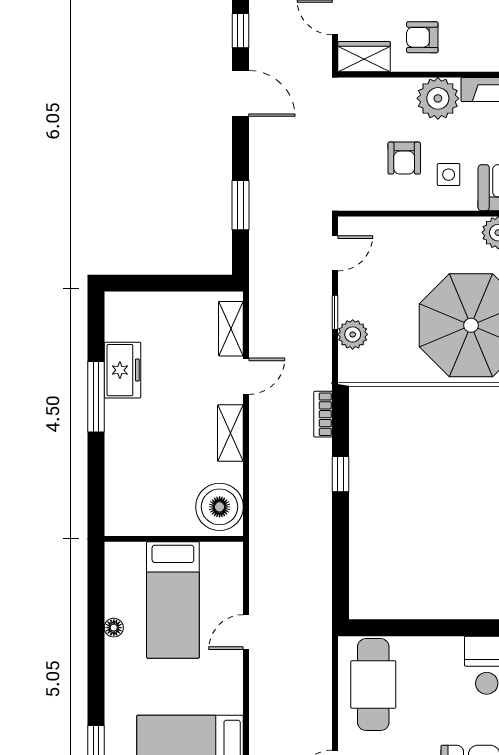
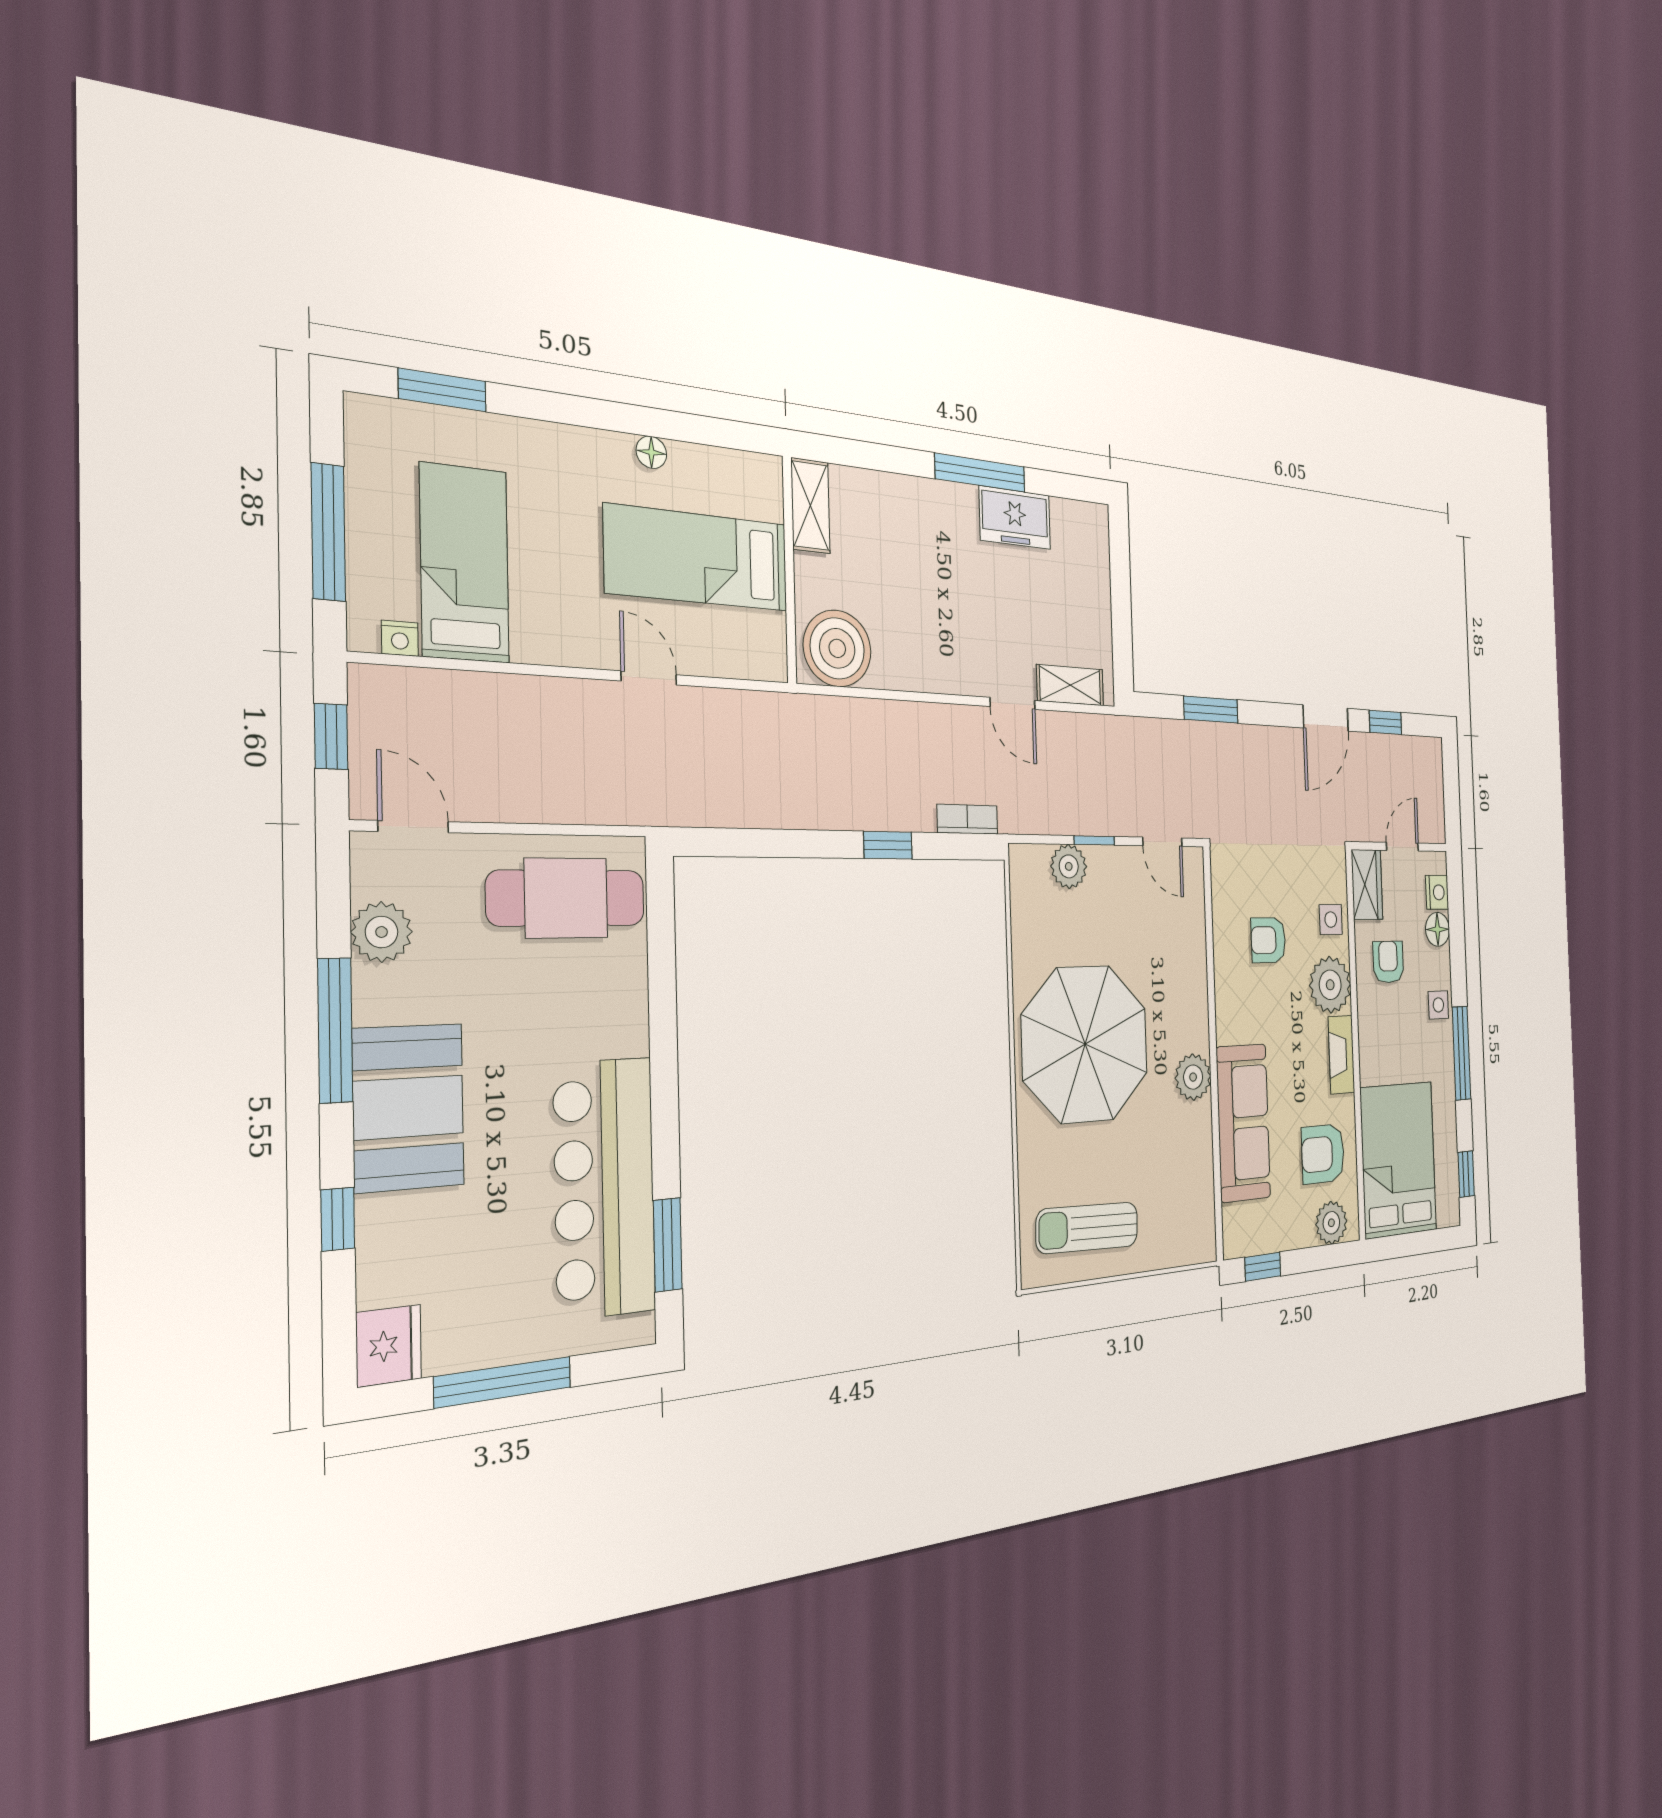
side table: (449, 175) -> (1331, 920), moved
shelving: (230, 433) -> (810, 506), moved, turned 90

